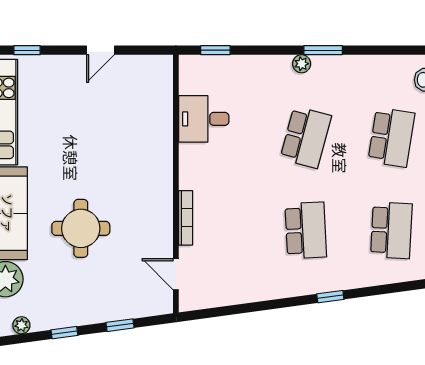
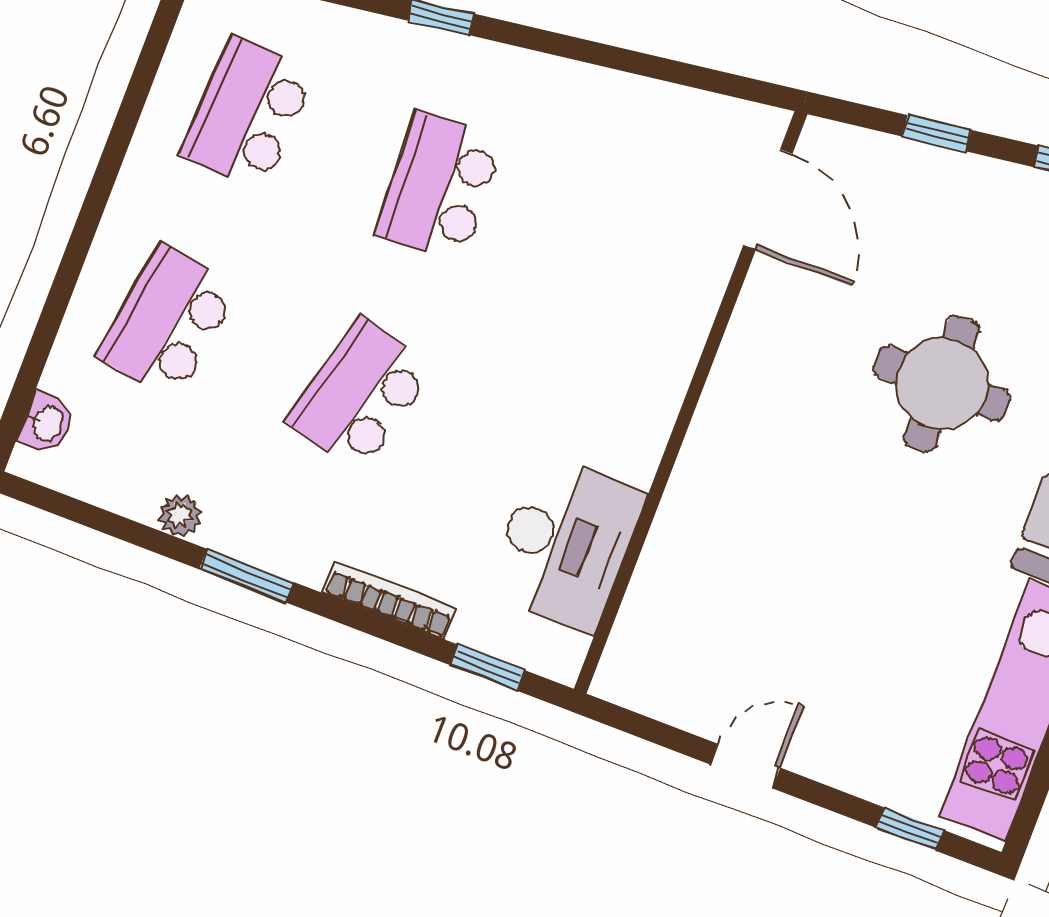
plant: (302, 64) -> (180, 515), moved
desk: (204, 119) -> (565, 543), width x1.37
bookcase: (186, 218) -> (390, 601), moved, turned 90
door: (176, 274) -> (768, 199), width x1.38

